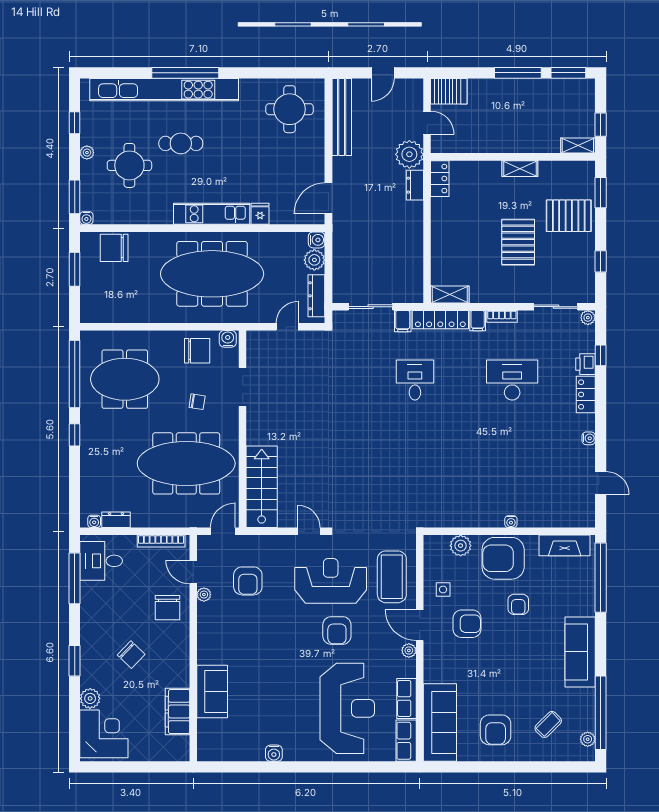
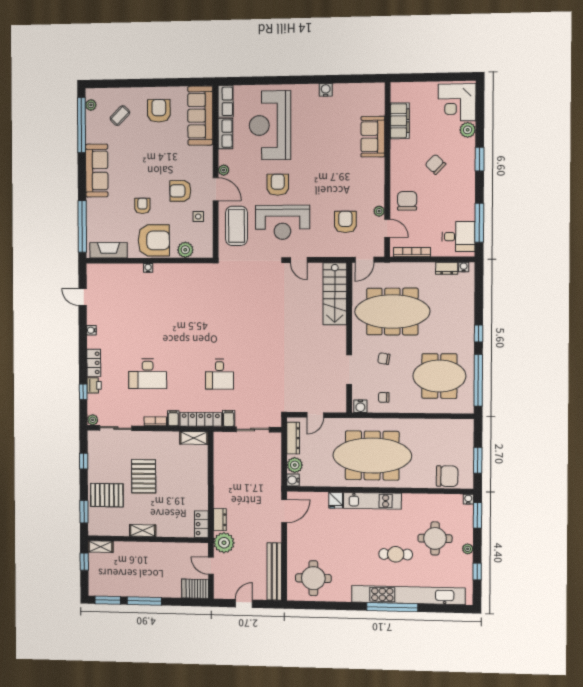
chair: (197, 351) -> (384, 397), width x0.54, depth x0.54

